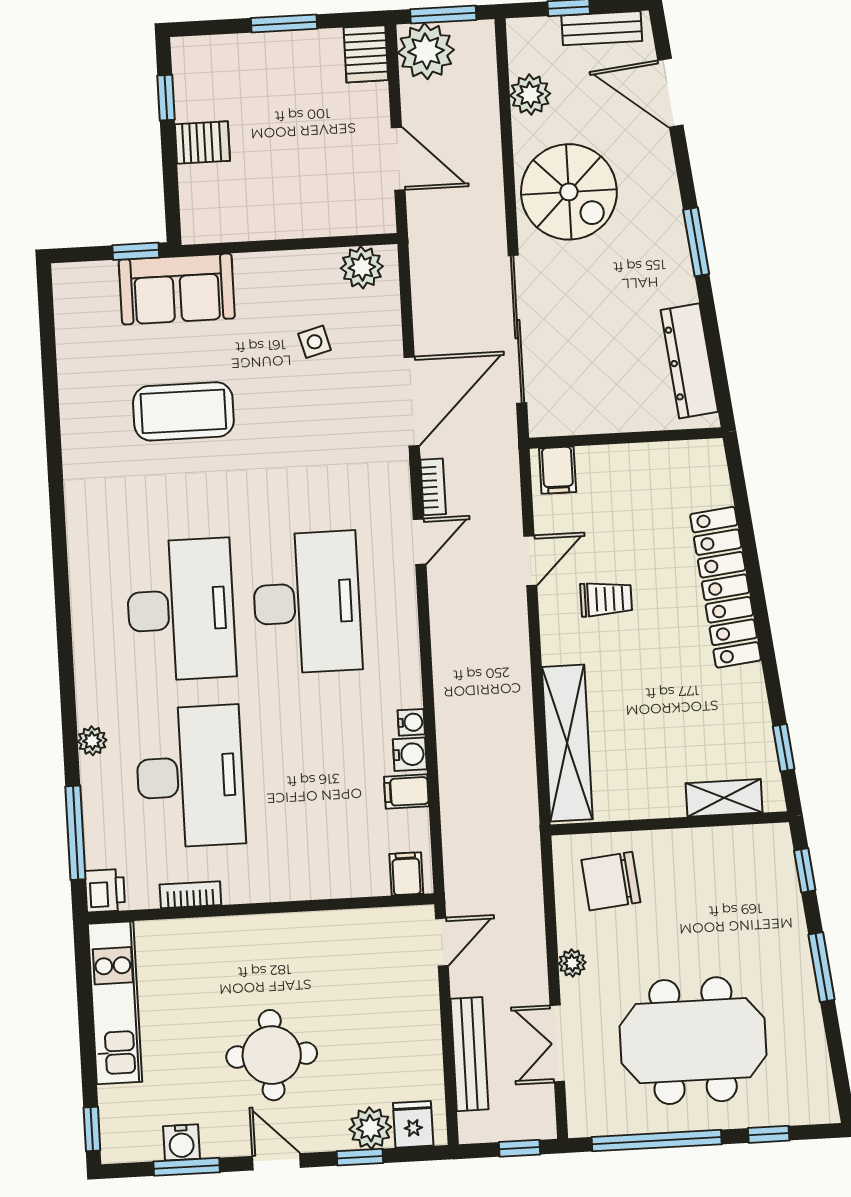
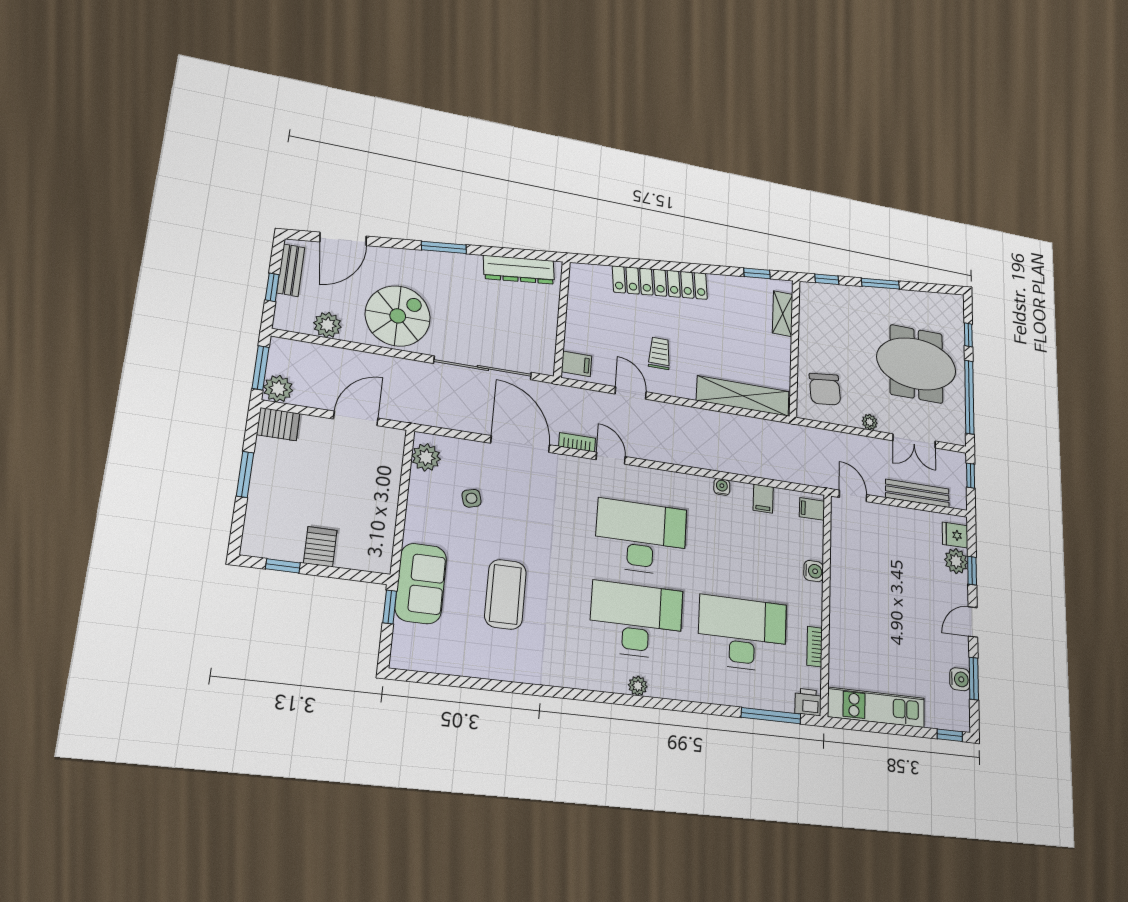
plant: (426, 51) -> (278, 389), width x0.73, depth x0.73
plant: (92, 741) -> (638, 686), moved
water cooler: (410, 754) -> (814, 571), moved, turned 90
meeting table: (693, 1041) -> (916, 364), turned 90
round table: (272, 1055) -> (912, 613), removed

